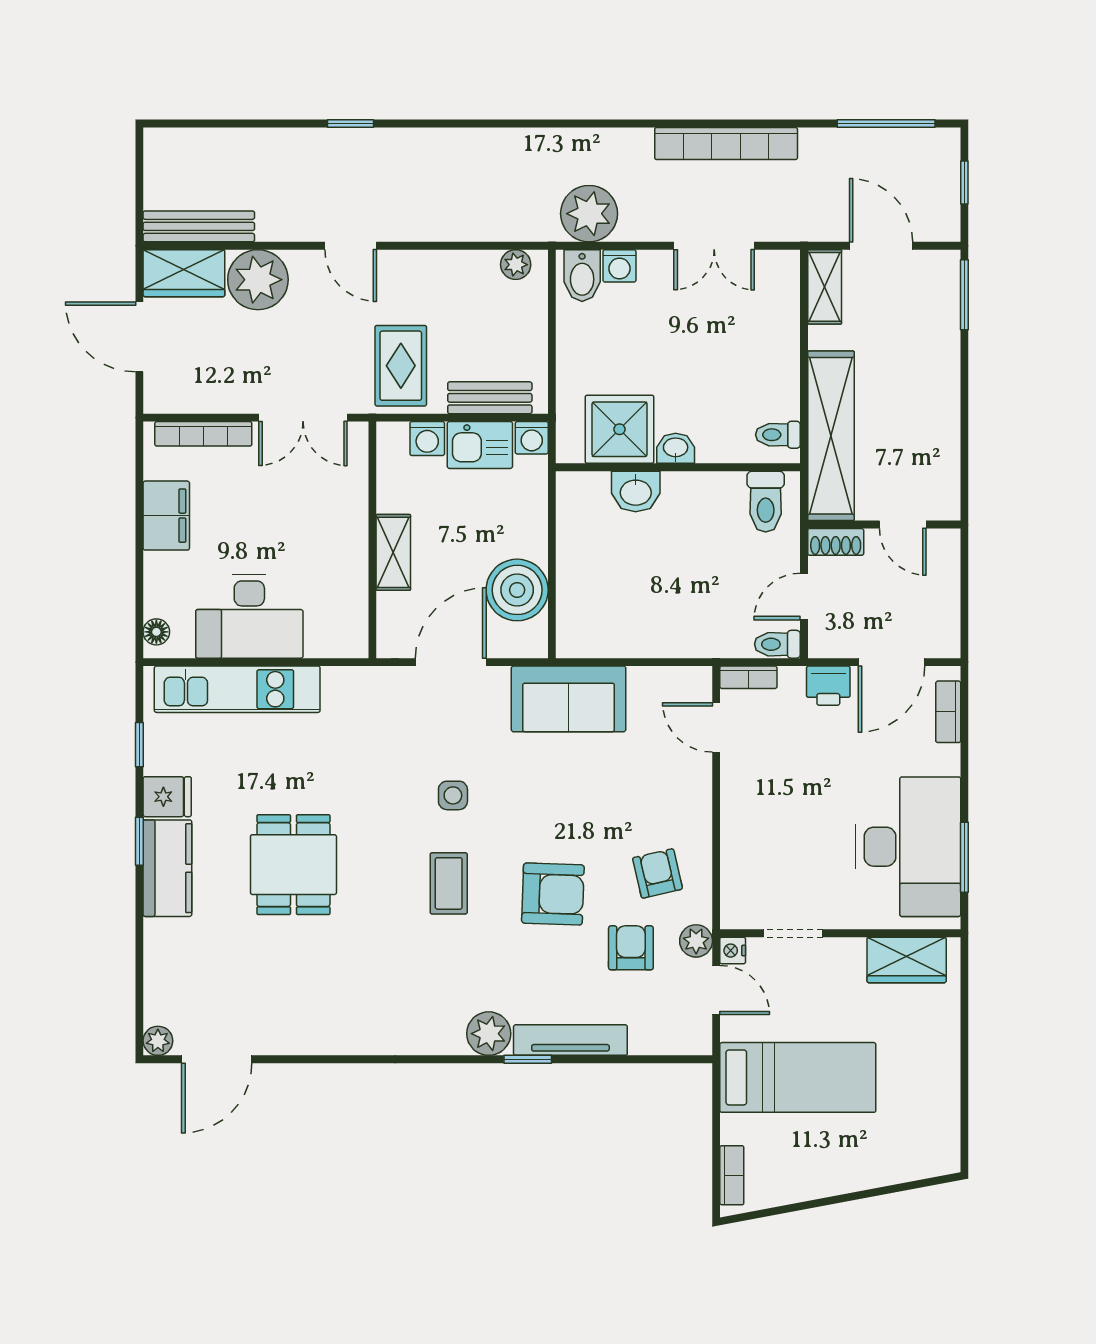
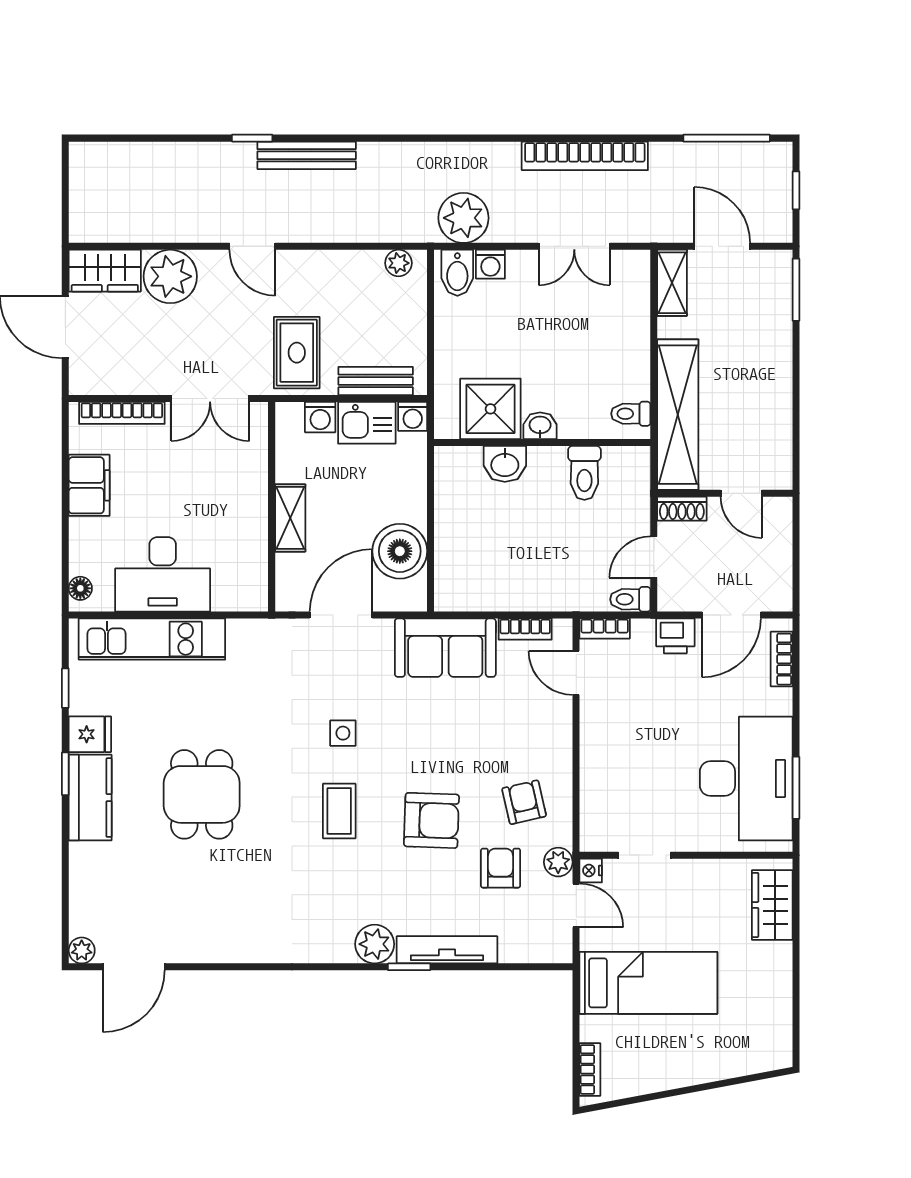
bench: (199, 226) -> (307, 155), moved
toilet: (766, 502) -> (584, 473), moved
bookcase: (659, 678) -> (525, 629), added
wardrobe: (907, 960) -> (772, 905), moved, turned 90

